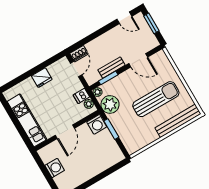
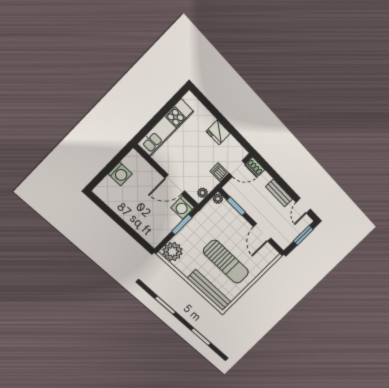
bench: (111, 68) -> (279, 193), moved
dishwasher: (81, 96) -> (219, 172), moved
plant: (110, 104) -> (172, 252), moved
door: (65, 132) -> (175, 185), moved

